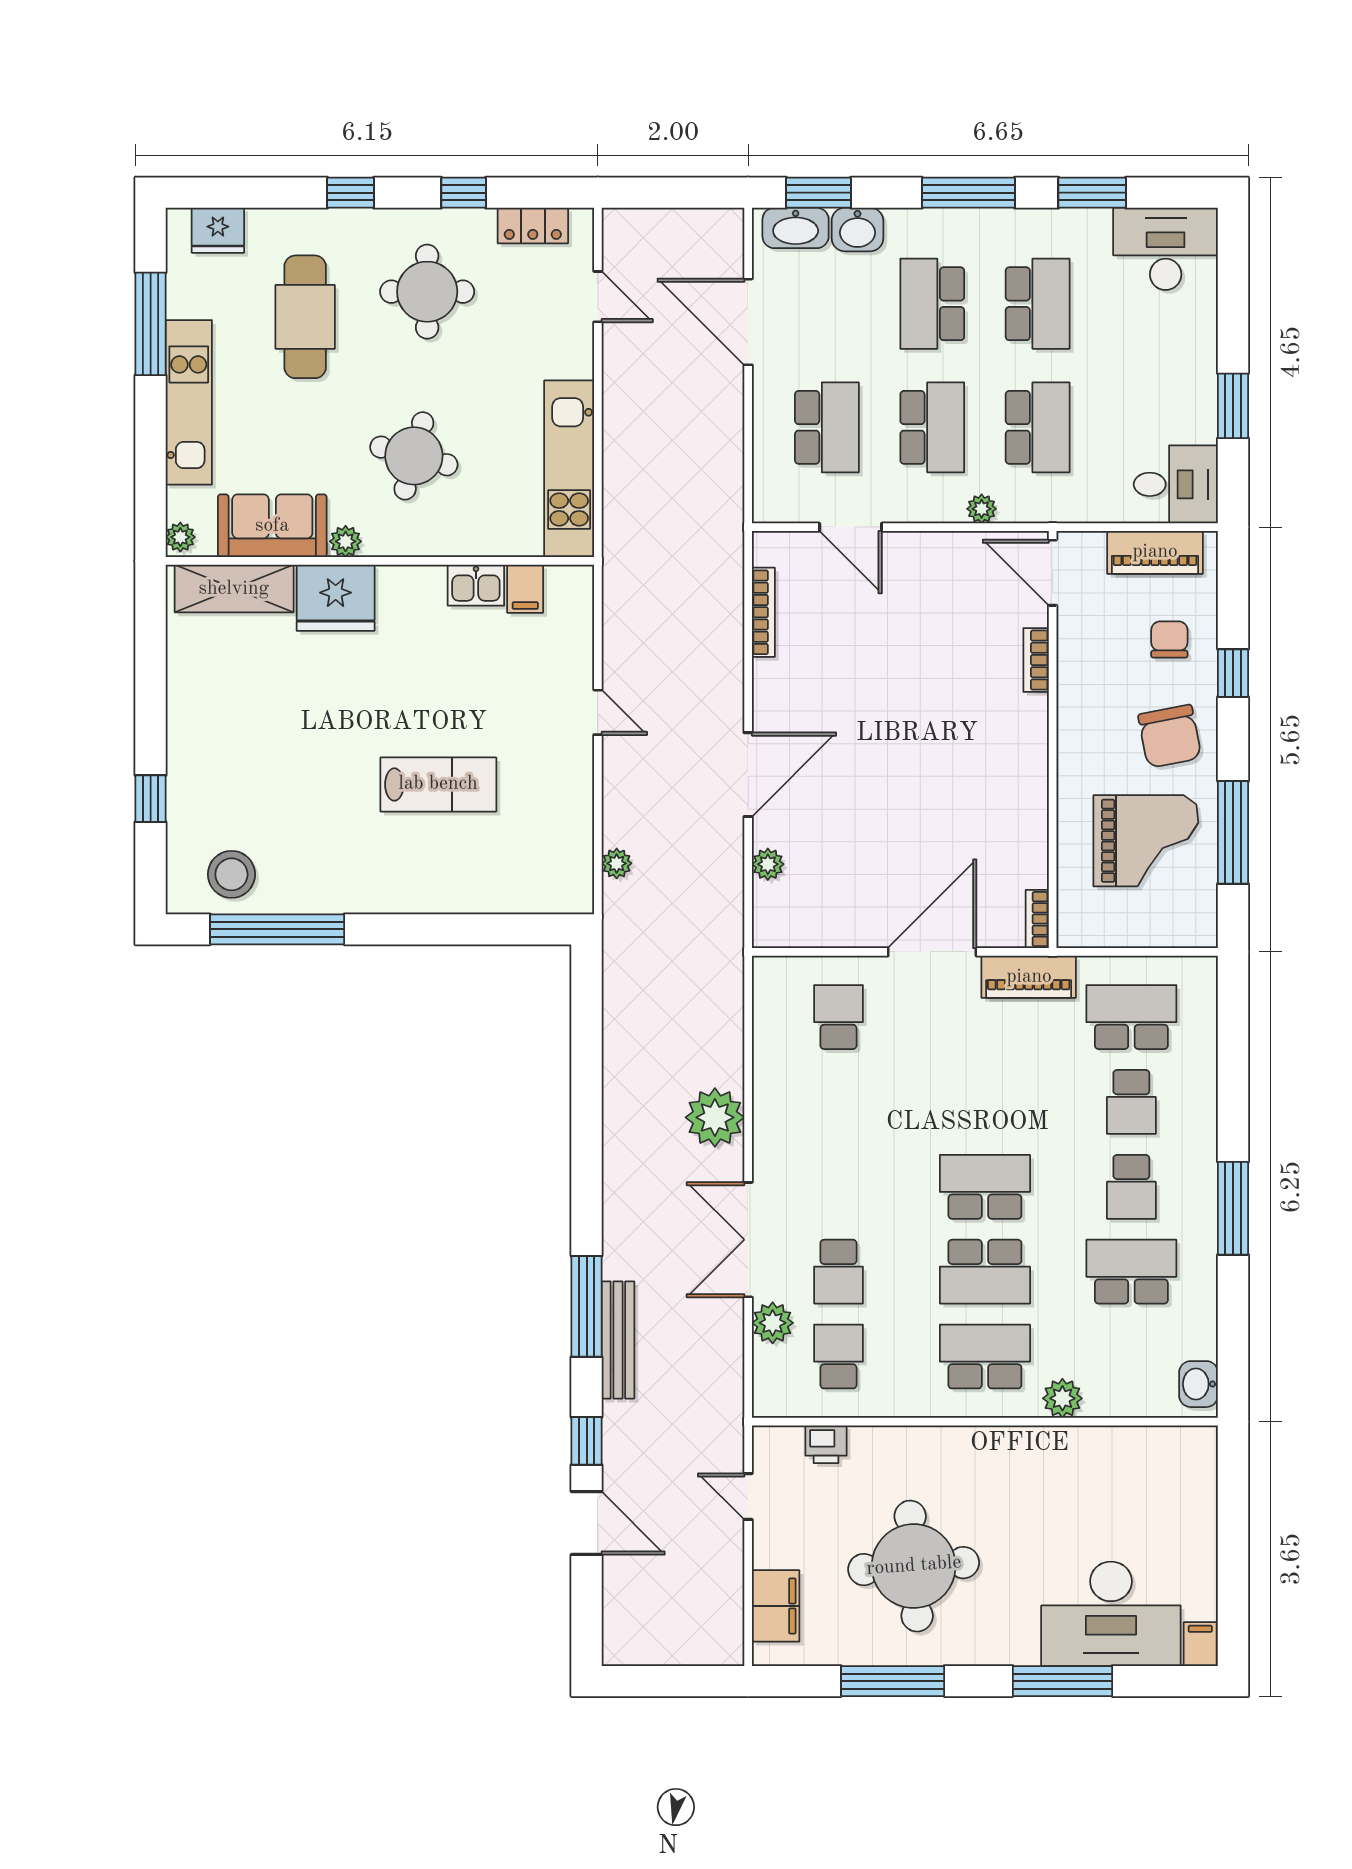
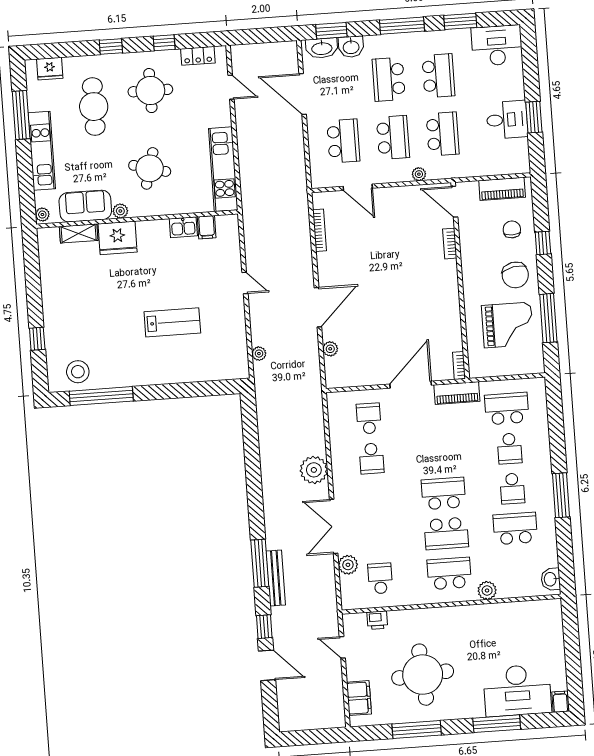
desk: (1176, 484) -> (507, 120), moved
shelving: (234, 589) -> (79, 233), width x0.67, depth x0.75
school desk: (838, 1272) -> (372, 458), moved

